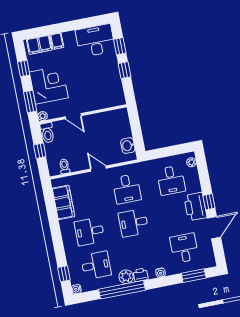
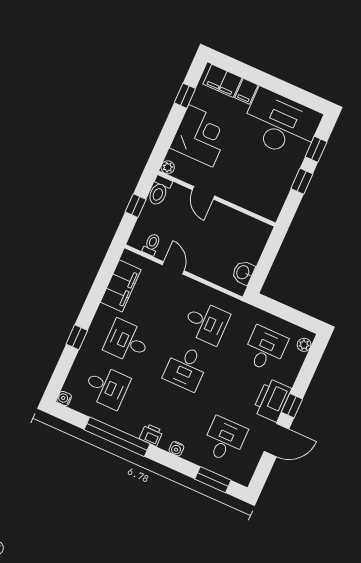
desk: (95, 41) -> (281, 124), width x1.36, depth x1.30
window: (30, 102) -> (165, 140), removed
door: (98, 169) -> (173, 268), moved
desk: (171, 180) -> (265, 349), turned 180
desk: (127, 189) -> (206, 323), turned -90
desk: (134, 223) -> (186, 368), turned -90
window: (64, 274) -> (77, 337), moved
plant: (126, 277) -> (133, 425), removed

